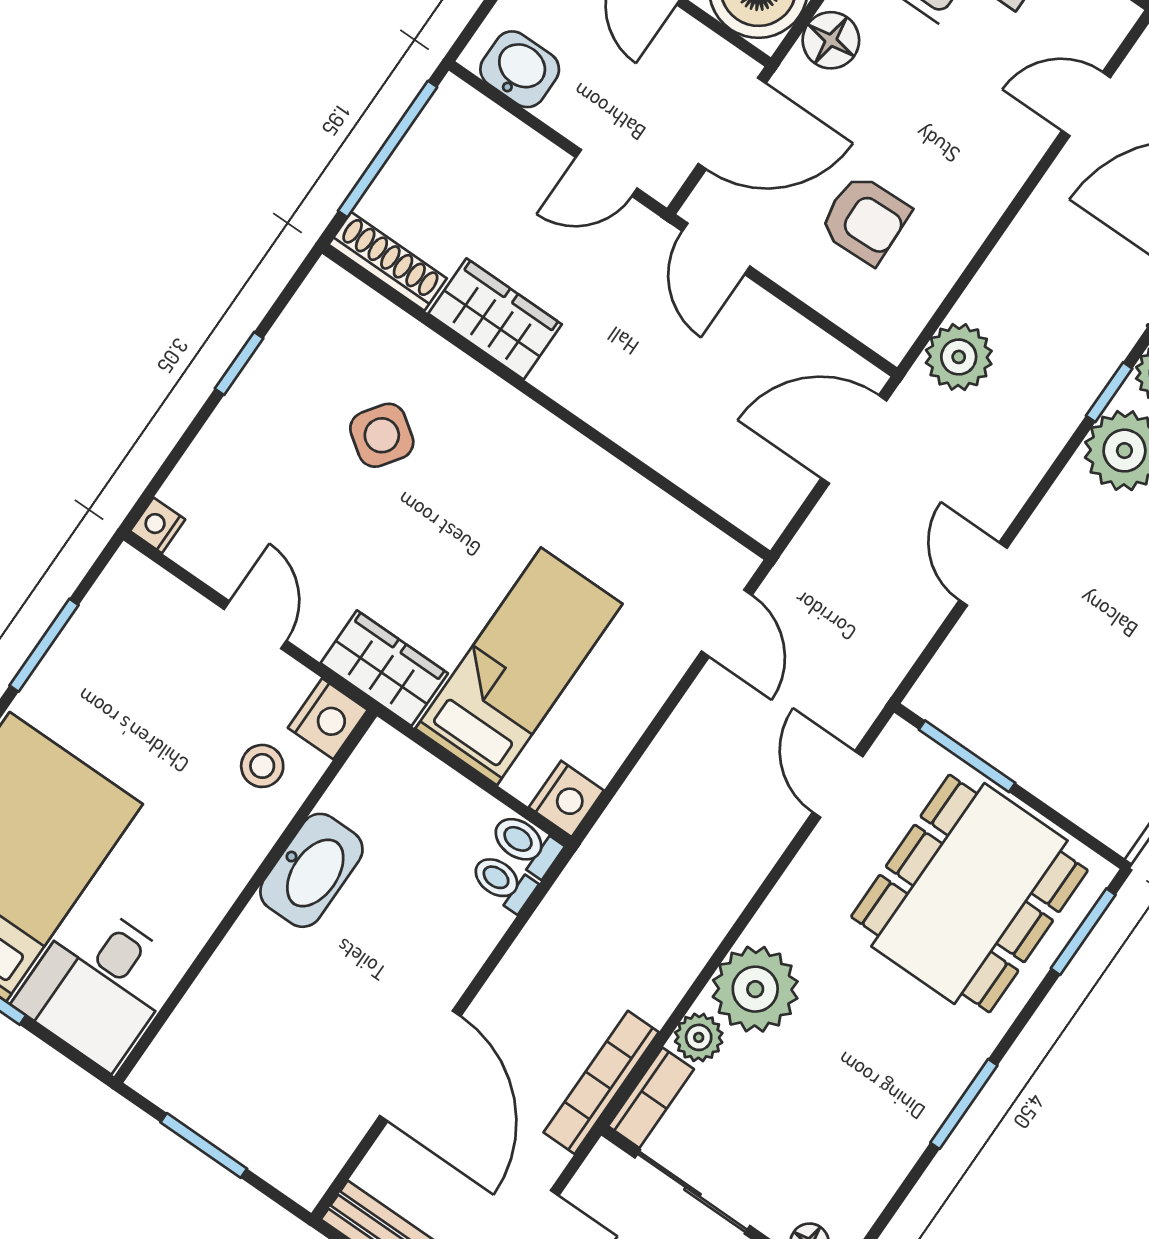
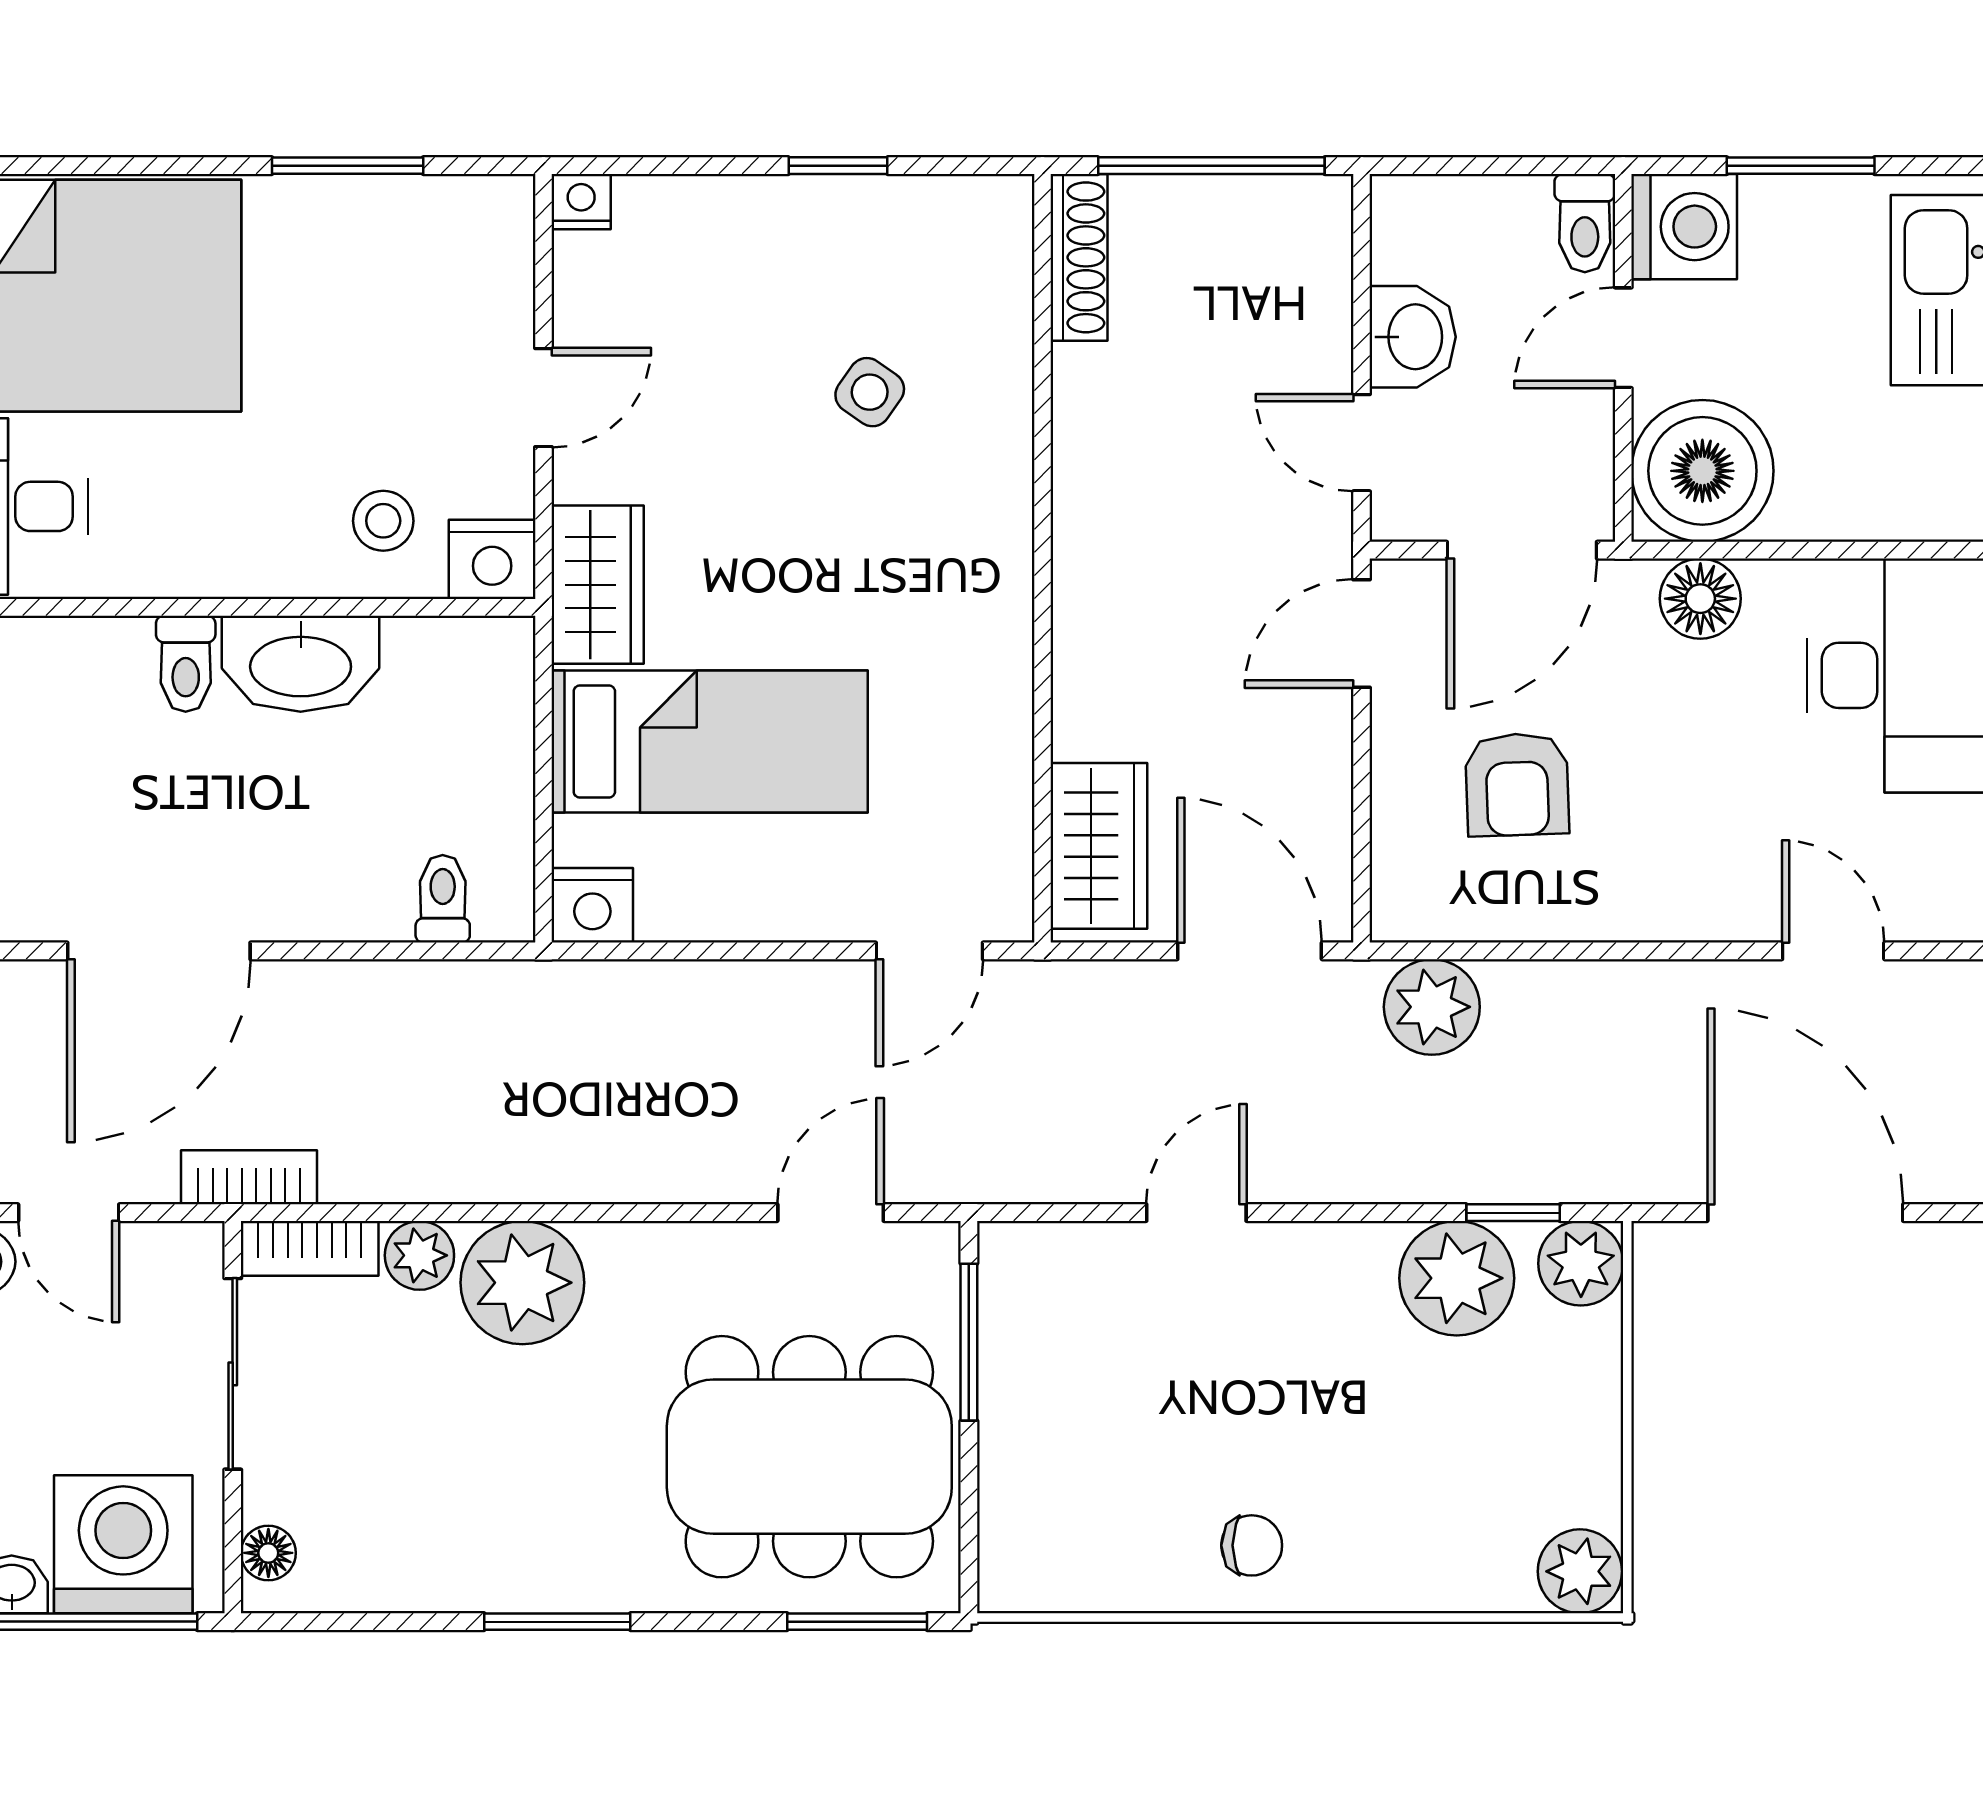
washbasin: (520, 69) -> (1413, 337), moved
door: (732, 123) -> (1522, 550), hinge flipped
wardrobe: (495, 319) -> (1099, 846), moved
side table: (382, 435) -> (870, 392), width x0.73, depth x0.73
toilet: (526, 844) -> (186, 664), moved, turned 180
bookcase: (601, 1082) -> (249, 1177), width x0.64

